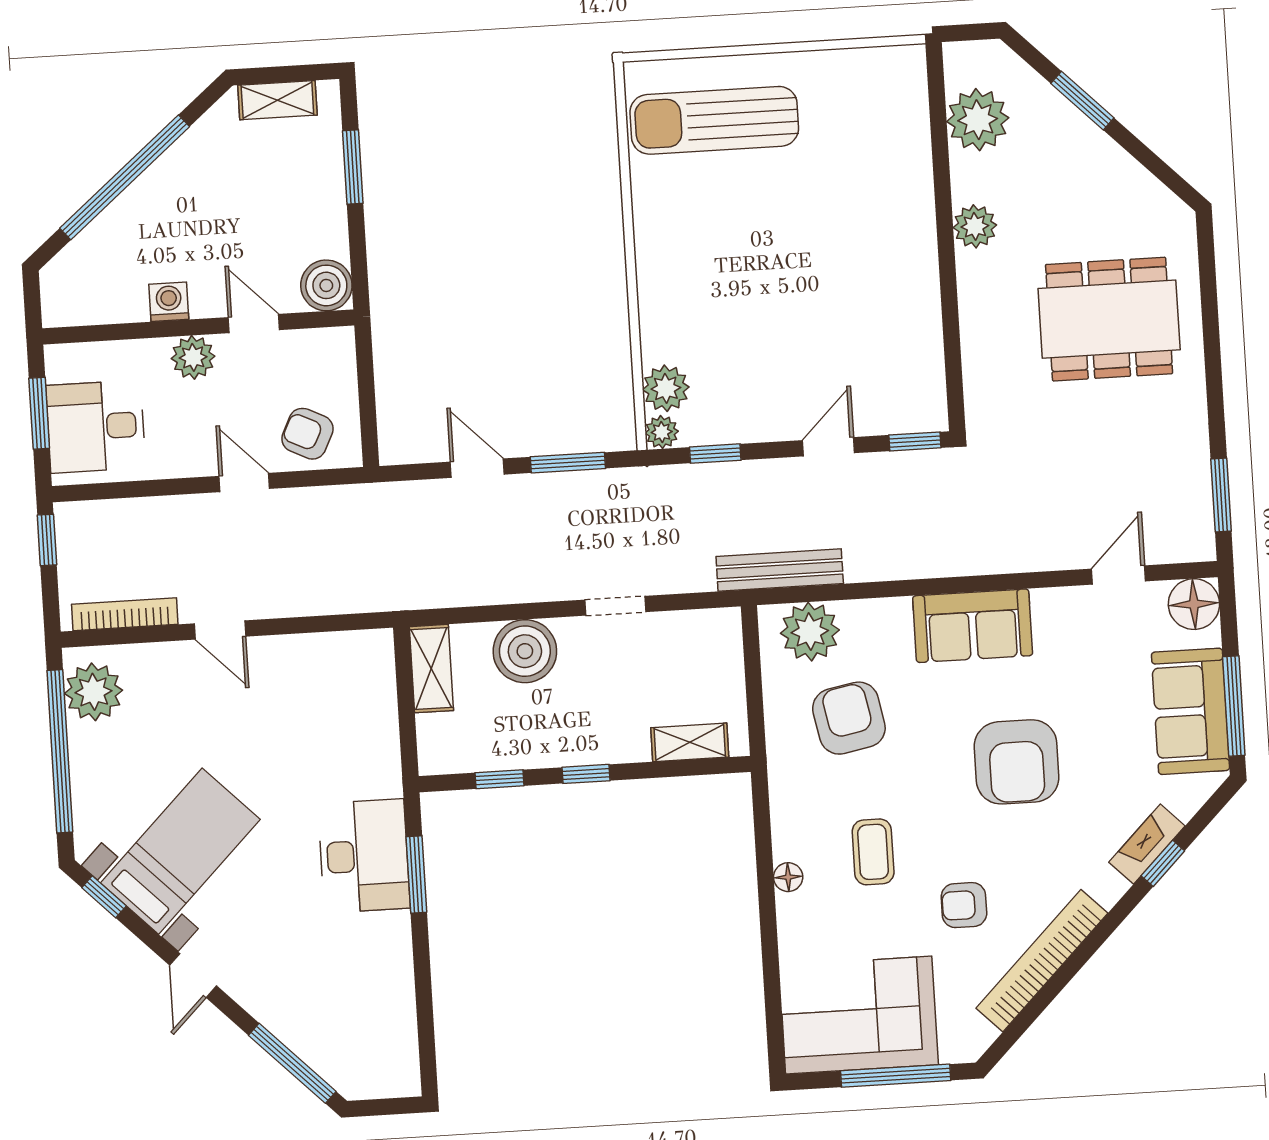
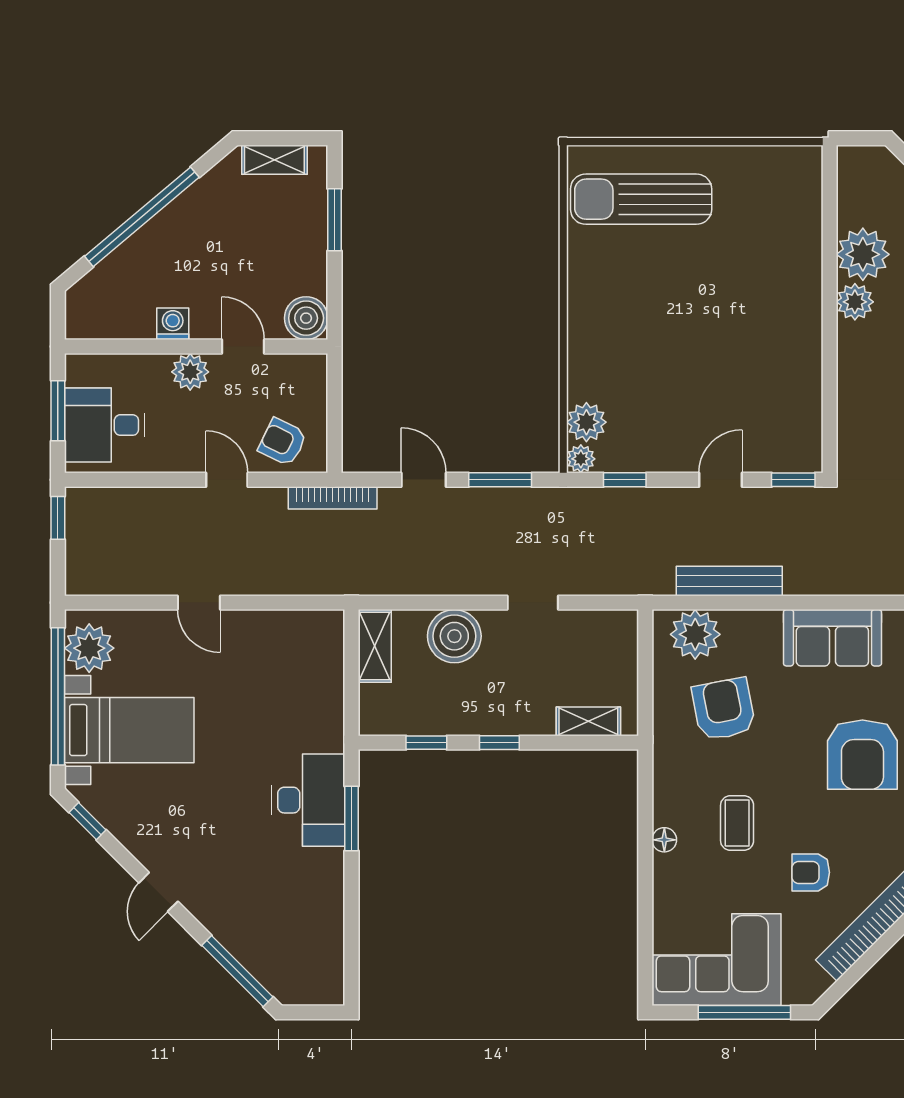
plant: (978, 120) -> (863, 254), moved
bench: (780, 570) -> (729, 581), moved
bookcase: (125, 614) -> (333, 498), moved, turned 180
bed with nightstands: (180, 851) -> (129, 730), moved, turned 45

